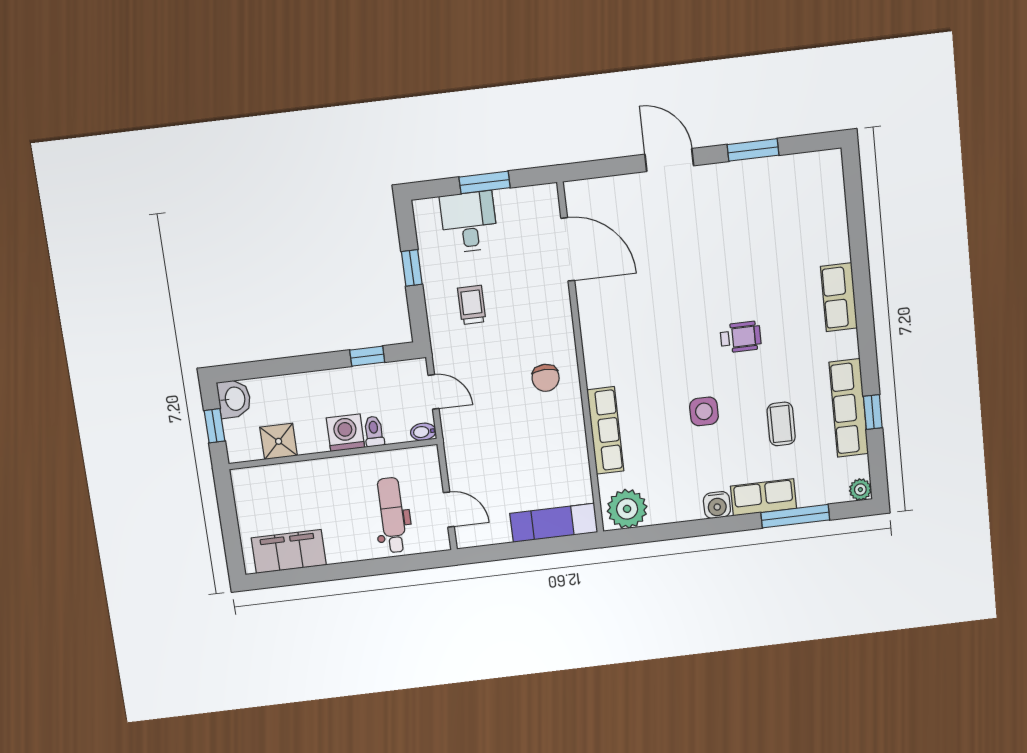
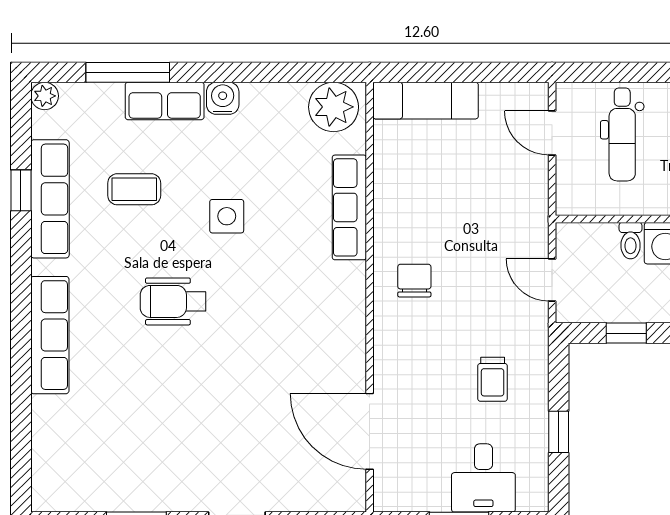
row of seats: (839, 297) -> (50, 335), width x1.48
wheelchair: (741, 337) -> (173, 301), width x1.36, depth x1.37
coffee table: (781, 424) -> (134, 189), turned 90
bidet: (423, 432) -> (571, 233), removed

